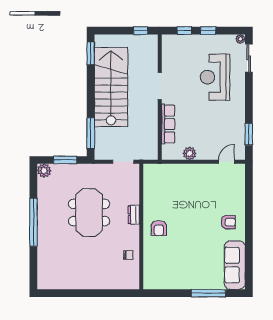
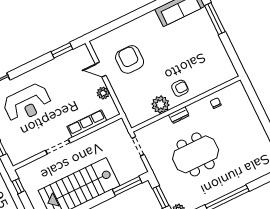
door: (227, 162) -> (101, 70), moved
plant: (152, 202) -> (160, 105), added
armchair: (228, 222) -> (130, 59), moved, width x1.88, depth x1.88

